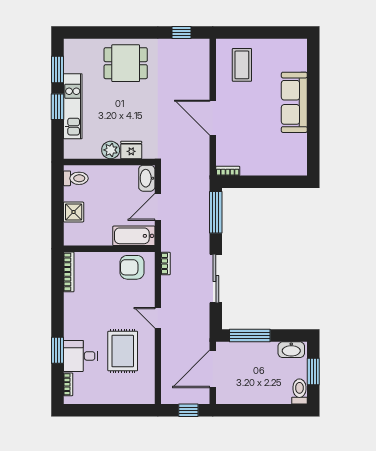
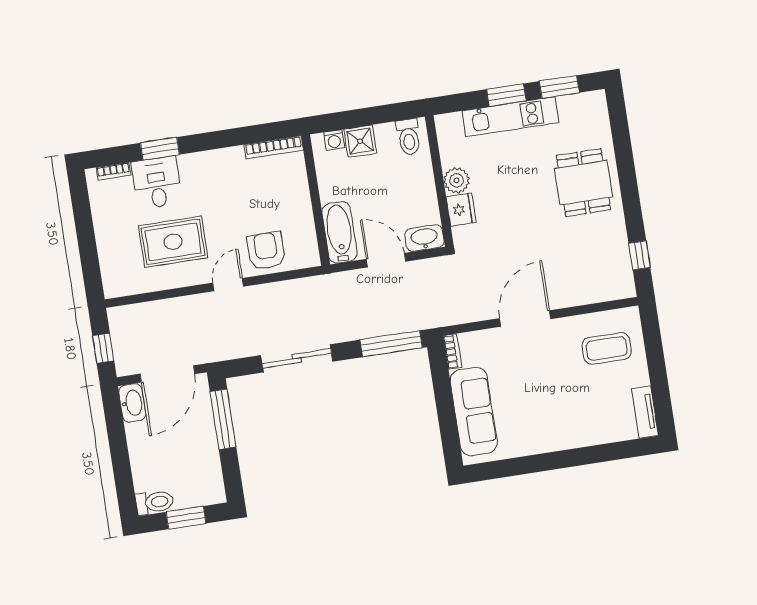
tv unit: (290, 45) -> (645, 412), added
sofa: (294, 102) -> (474, 412), moved, turned 90
washing machine: (70, 230) -> (334, 140), added
bookcase: (166, 264) -> (307, 283), removed
armchair: (132, 267) -> (266, 251), moved
washbasin: (291, 350) -> (132, 403), moved, turned 180
door: (213, 369) -> (167, 374), swing flipped

